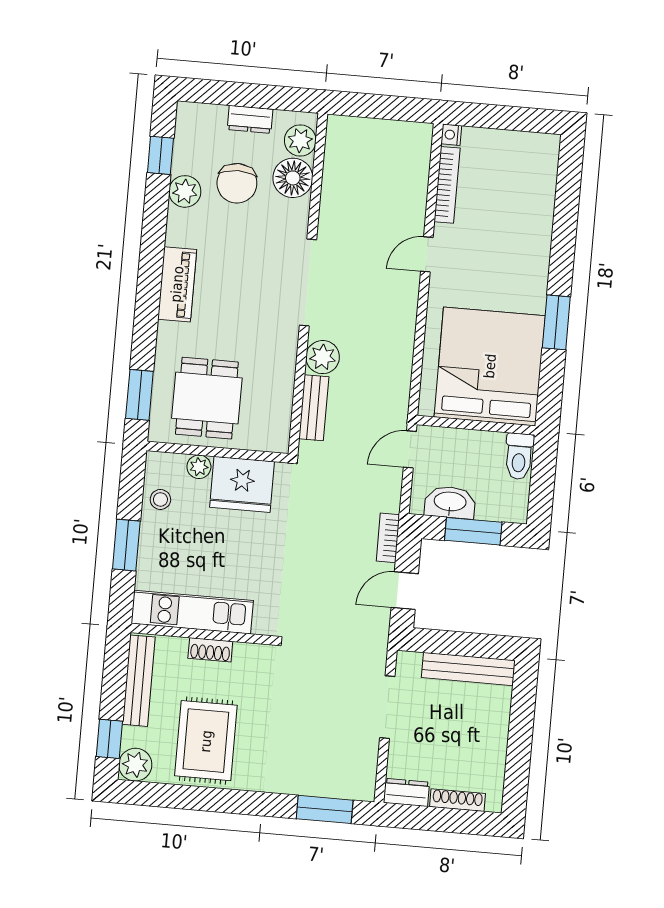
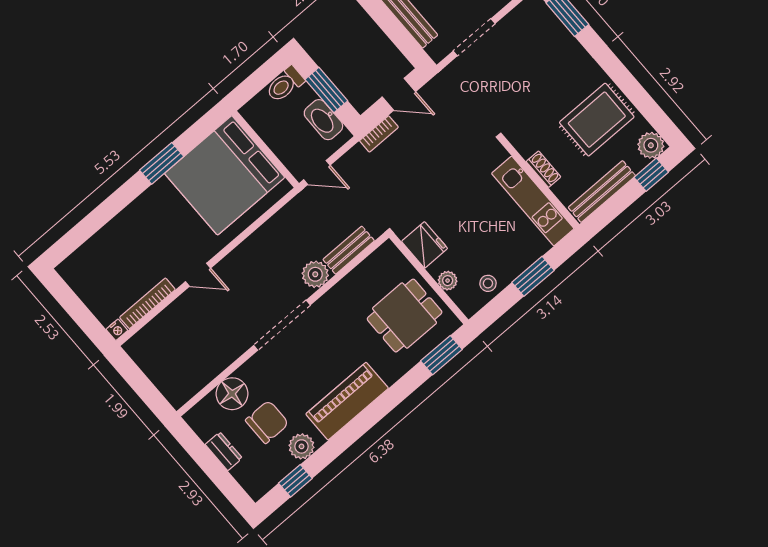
plant: (300, 141) -> (207, 411), removed
piano: (177, 284) -> (347, 401), width x1.37, depth x1.33
toilet: (519, 456) -> (285, 84), moved, turned 180
fridge: (242, 484) -> (425, 245), width x0.73, depth x0.75

